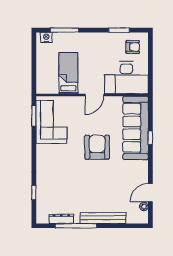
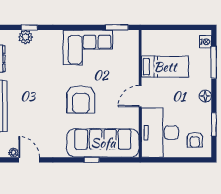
floor lamp: (94, 38) -> (205, 96), added
door: (94, 95) -> (140, 96), hinge flipped
corner sofa: (51, 122) -> (88, 47), moved
armchair: (97, 147) -> (81, 99), turned 90
plant: (42, 196) -> (25, 37), added

